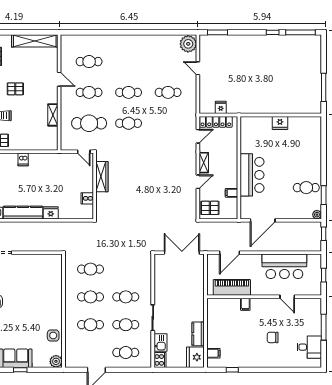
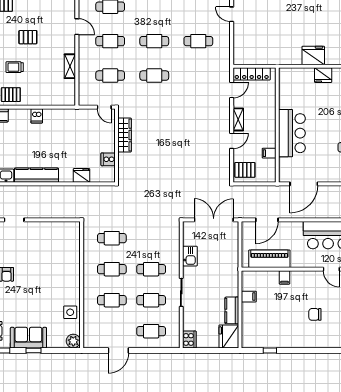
fridge: (221, 107) -> (313, 55), moved, width x1.88, depth x1.34
cafe table: (89, 123) -> (110, 76), width x0.73, depth x0.74
fridge: (51, 213) -> (82, 175), moved
kitchen sink: (161, 343) -> (190, 256), moved
filing cabinet: (213, 353) -> (249, 297), moved

